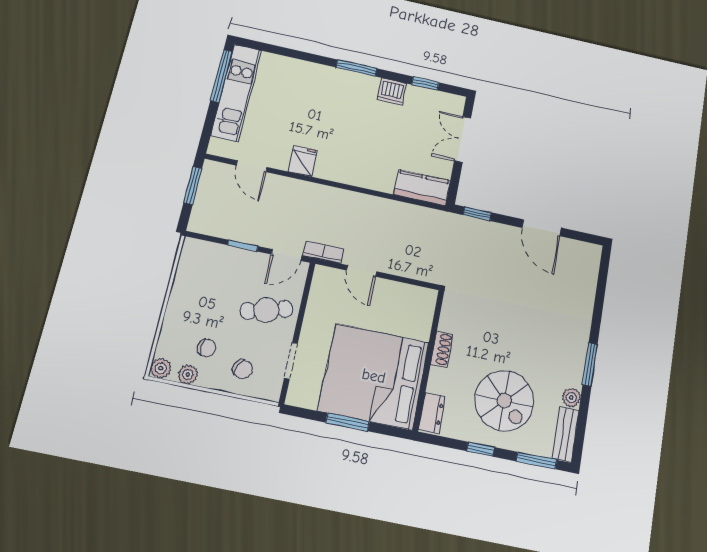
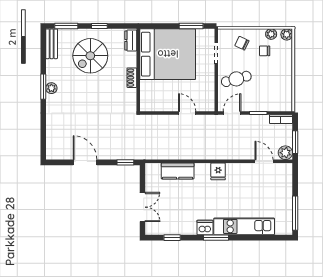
dishwasher: (392, 91) -> (205, 228), moved
kitchen unit: (236, 92) -> (244, 226), moved, turned 90
fridge: (303, 161) -> (218, 171), moved
plant: (213, 172) -> (285, 153), added
kitchen counter: (422, 188) -> (178, 171), moved
bookcase: (324, 252) -> (281, 119), moved
plant: (571, 397) -> (51, 88), moved
spiral stairs: (504, 401) -> (90, 56), turned -90
window: (348, 422) -> (191, 26), moved

